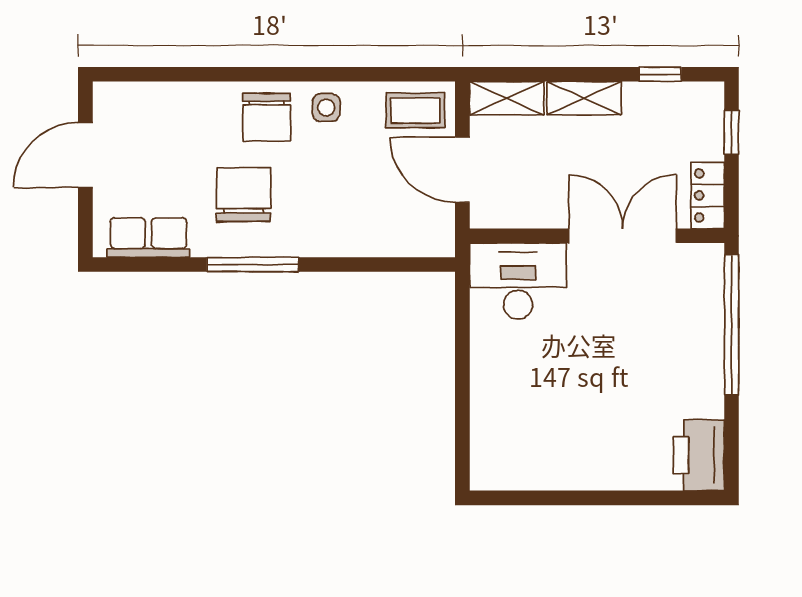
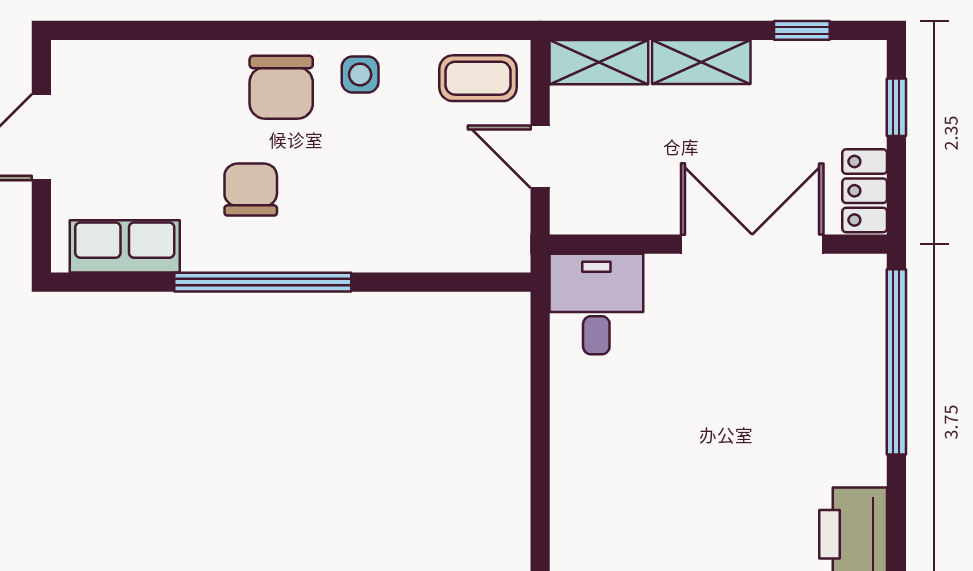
door: (462, 170) -> (540, 157), width x0.73
chair: (244, 195) -> (251, 190), width x0.73, depth x0.73
window: (253, 265) -> (263, 282), width x1.46
desk: (518, 281) -> (596, 304), width x0.73

